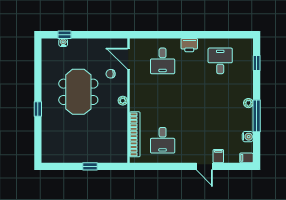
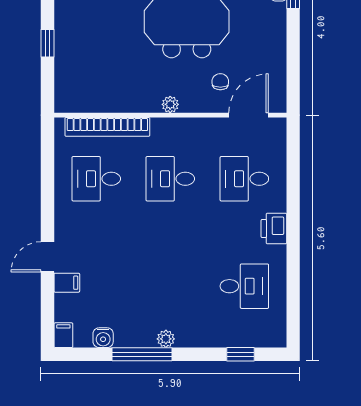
desk: (163, 101) -> (170, 179), added

